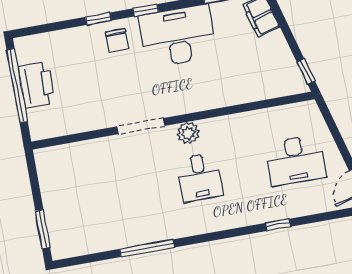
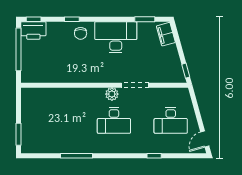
window: (146, 10) -> (34, 19), moved
printer: (37, 85) -> (33, 31), moved, turned 90
doorway: (141, 126) -> (135, 85), moved
desk: (200, 177) -> (114, 121), width x1.37

